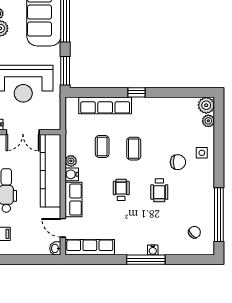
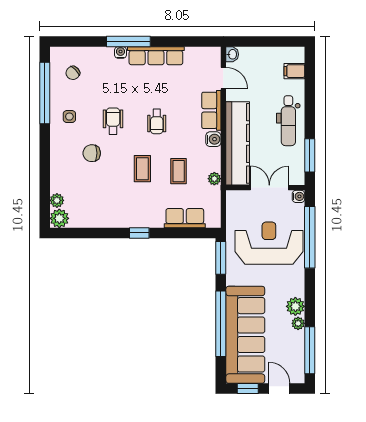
row of seats: (105, 105) -> (185, 218), width x0.68
side table: (202, 153) -> (69, 117), moved
plant: (71, 161) -> (214, 179), moved
row of seats: (90, 247) -> (156, 56), moved

